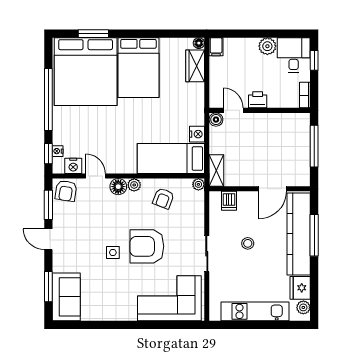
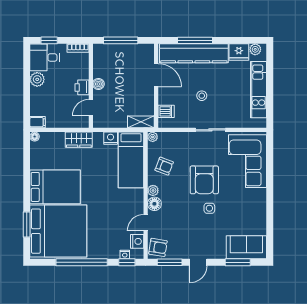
wardrobe: (195, 66) -> (79, 140), moved
boiler: (216, 120) -> (98, 84), moved

